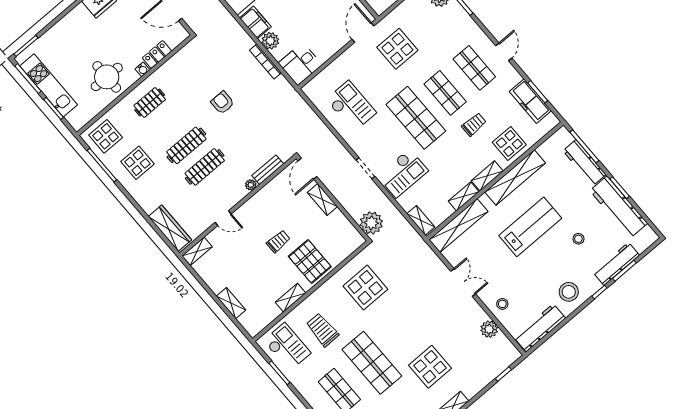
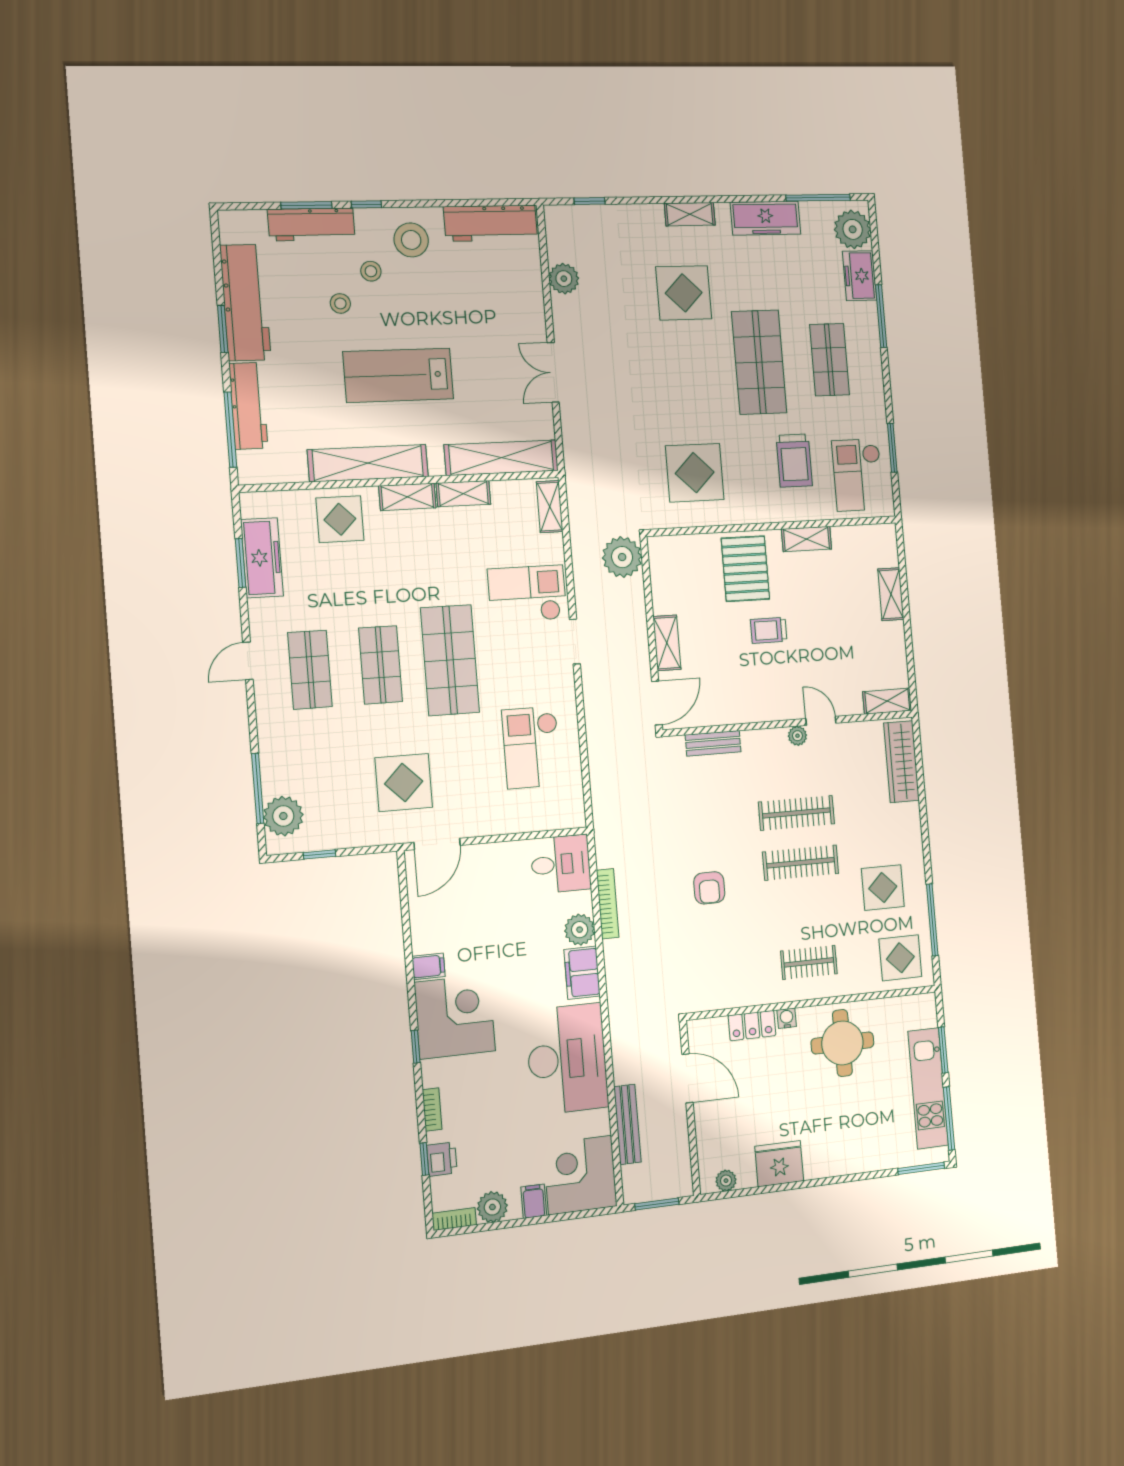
trolley: (474, 125) -> (372, 586), removed
plant: (251, 185) -> (797, 736), moved
stool: (502, 304) -> (371, 271), moved

